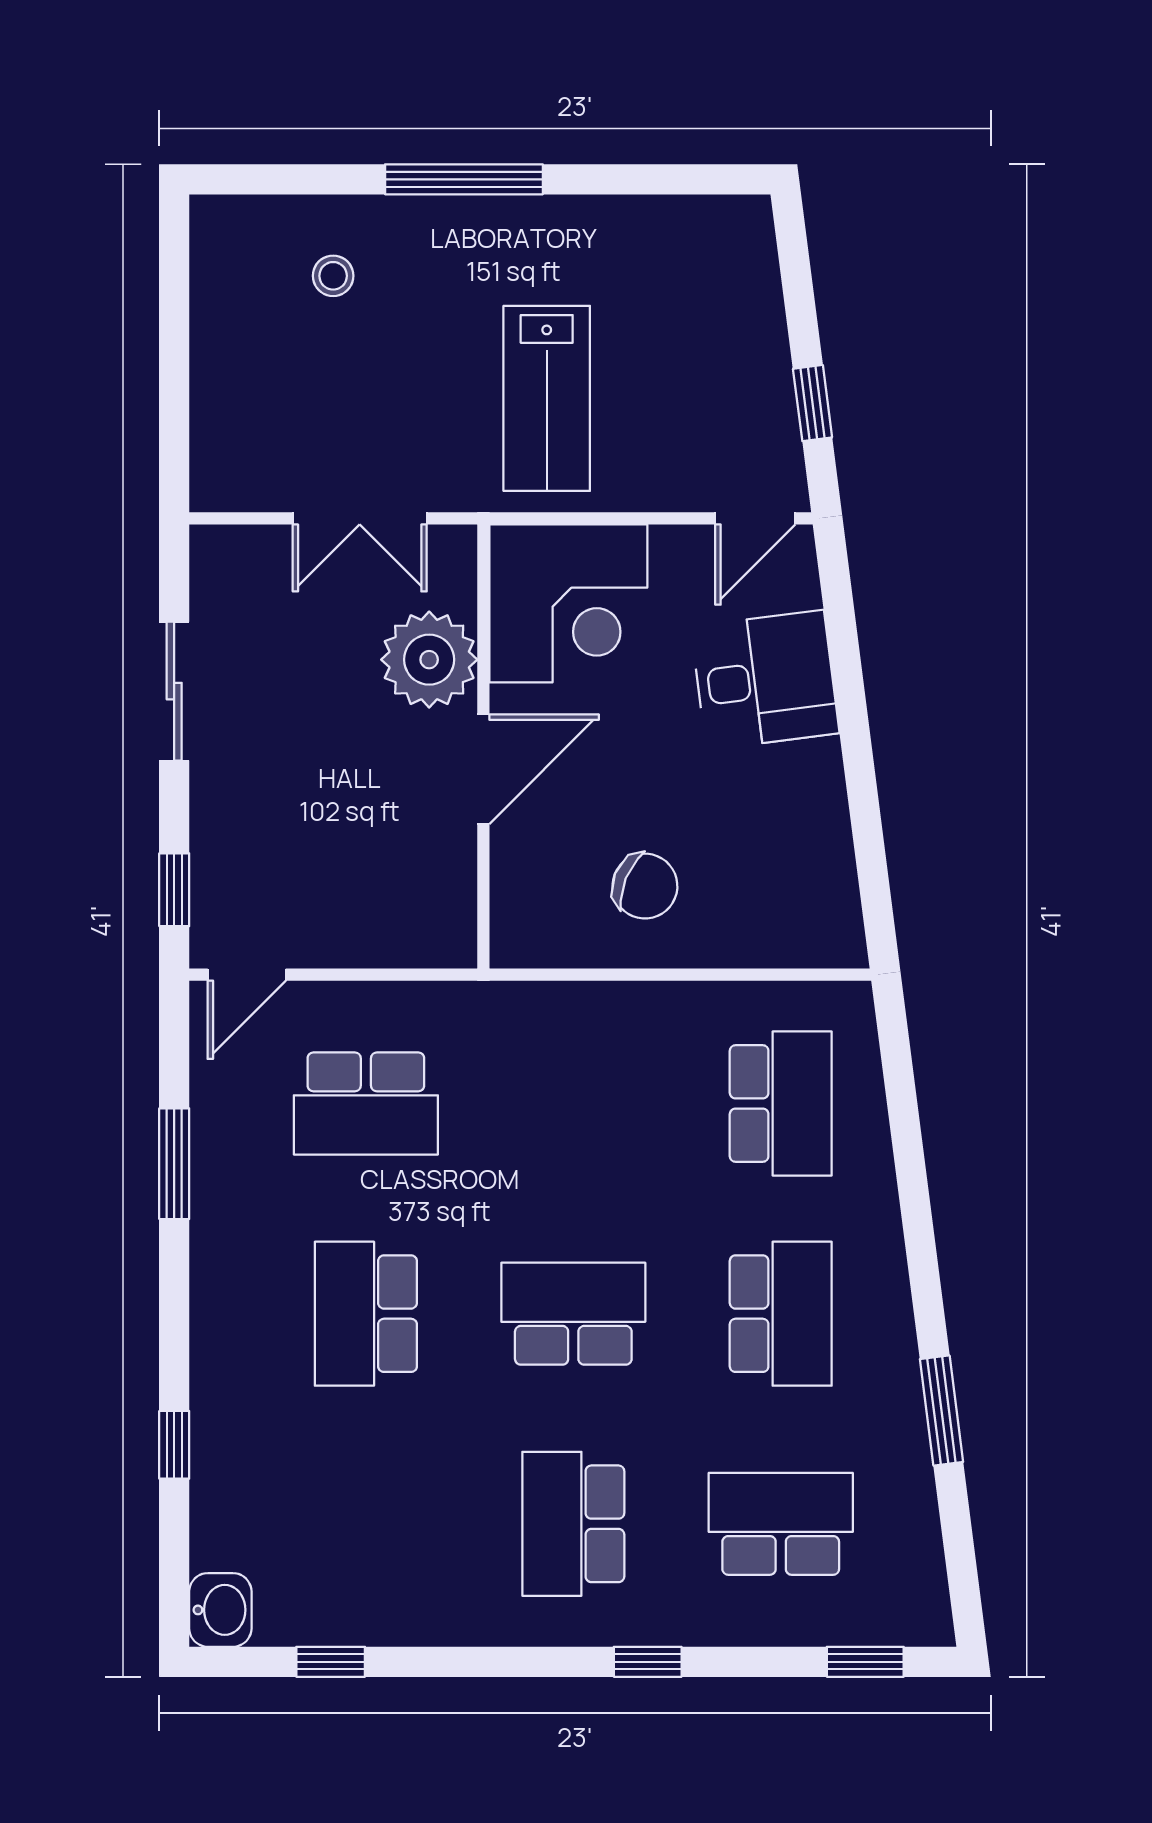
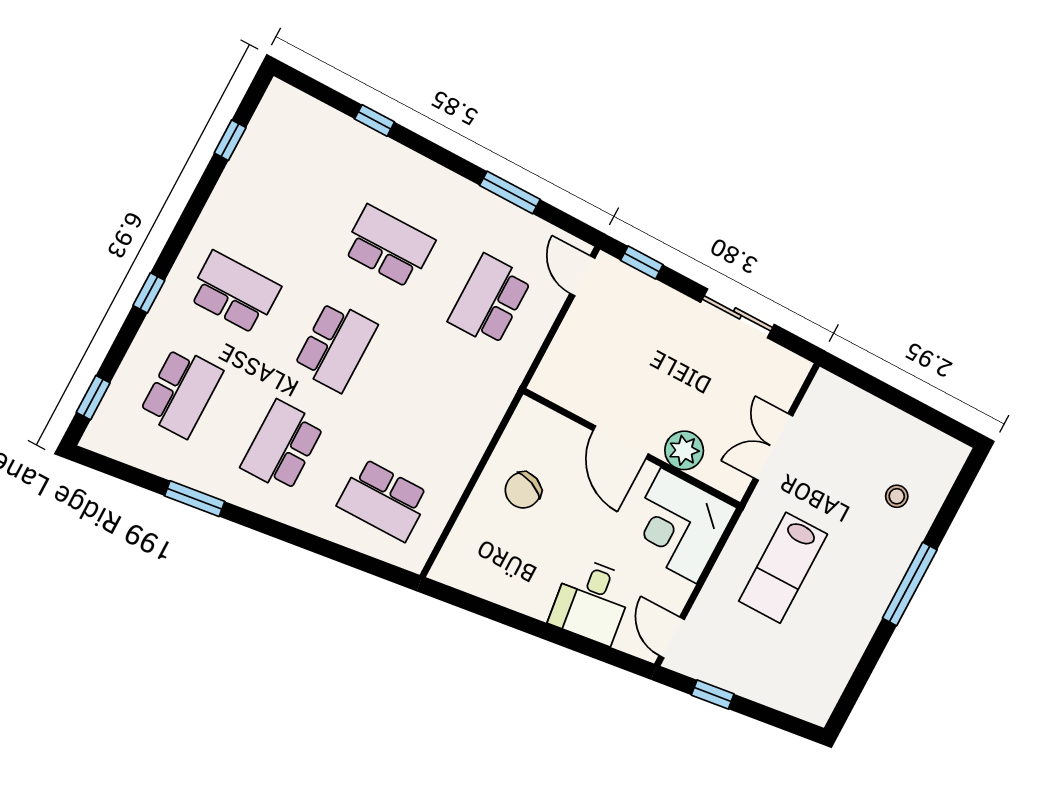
lab bench: (547, 398) -> (783, 568), turned -90
plant: (429, 660) -> (684, 450), width x0.73, depth x0.73
school desk: (781, 1314) -> (282, 446), turned 90
washbasin: (220, 1610) -> (283, 100), removed

